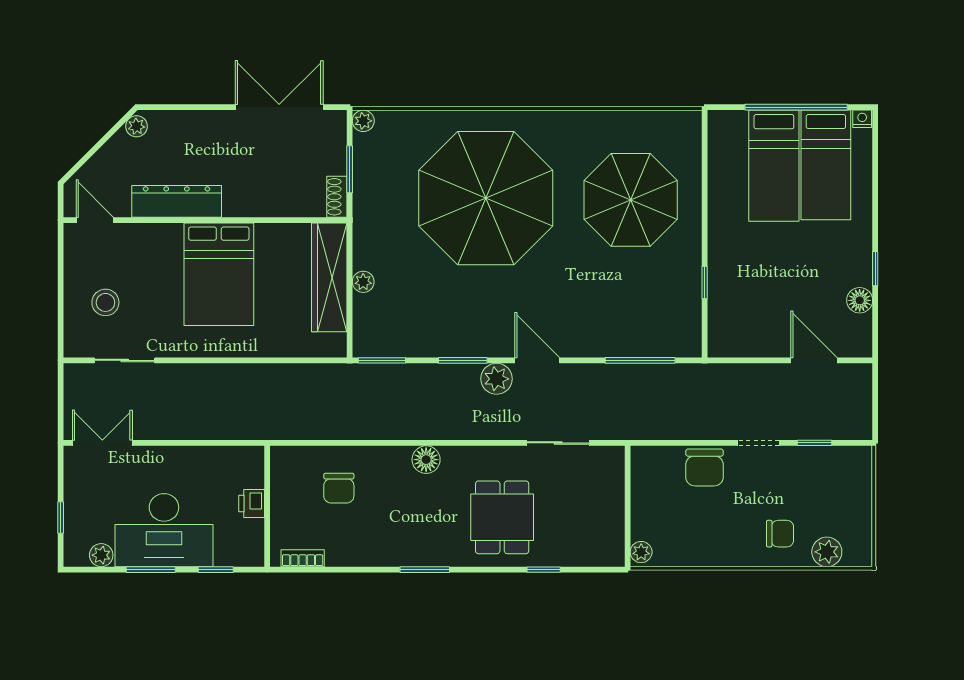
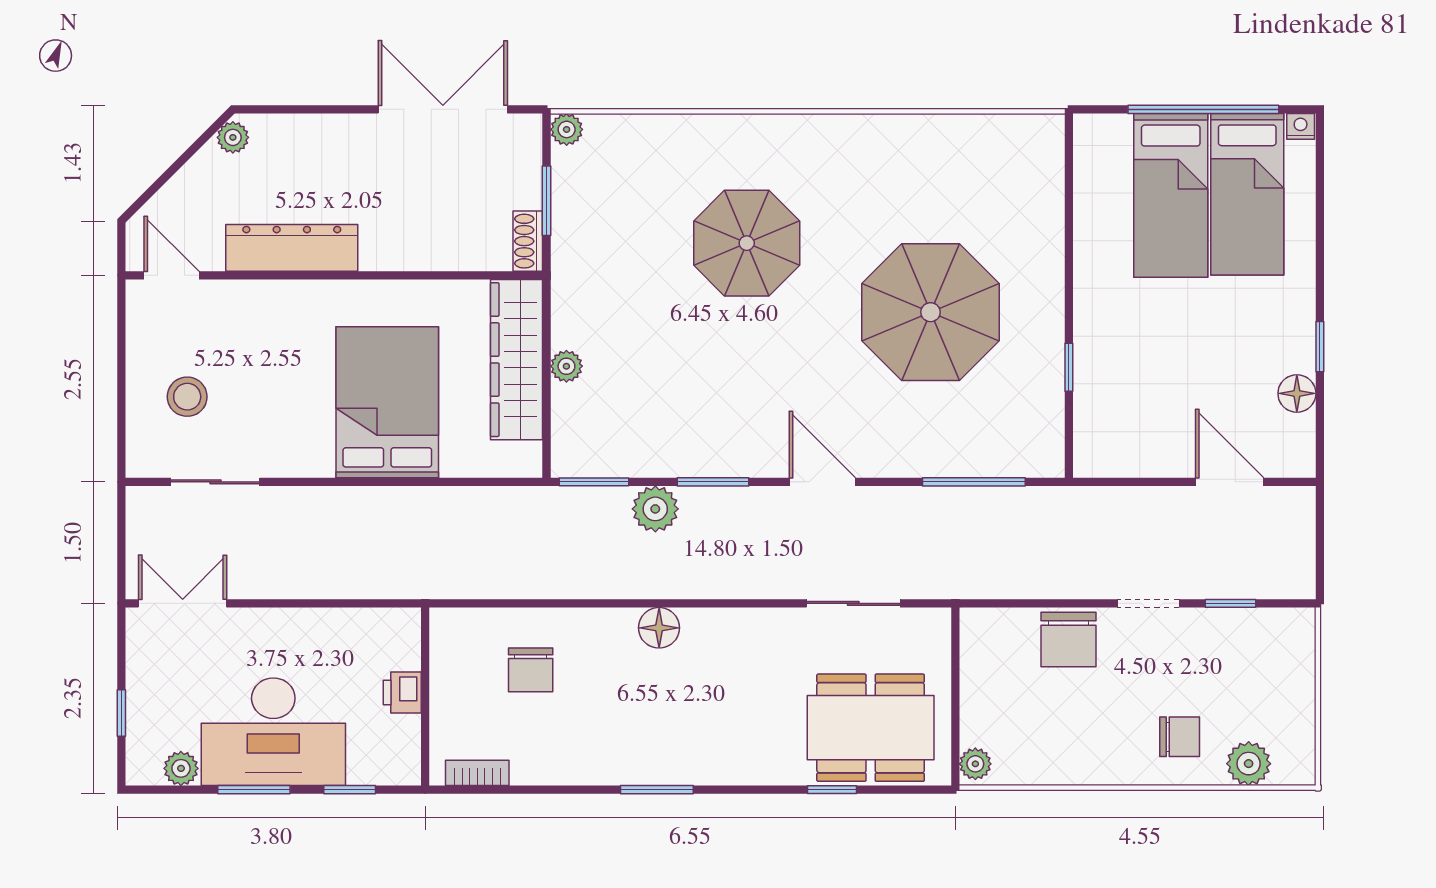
parasol: (486, 198) -> (747, 243), width x0.54, depth x0.54
parasol: (631, 200) -> (931, 312), moved
bed: (219, 274) -> (387, 402), moved, turned 180
plant: (496, 379) -> (655, 509), moved
dining table: (502, 517) -> (871, 728), moved, width x1.37

